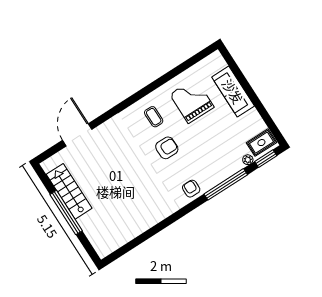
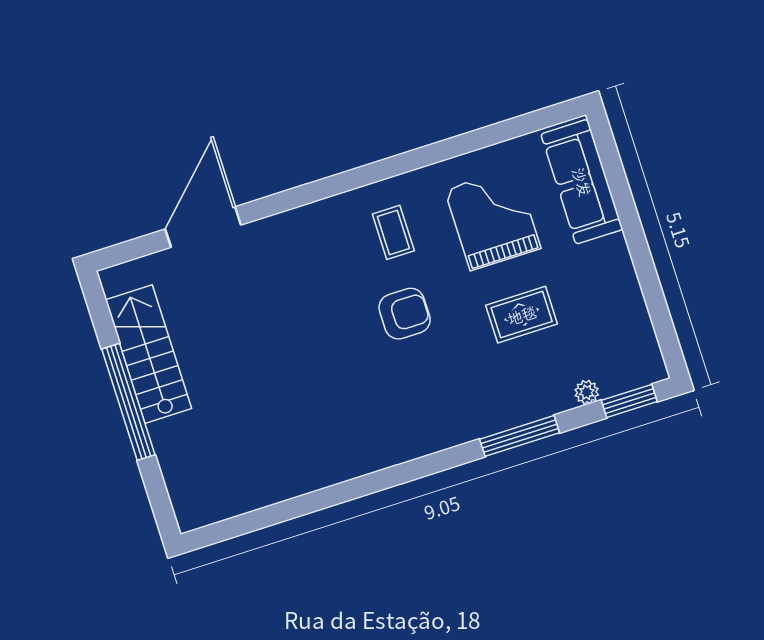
sofa: (233, 91) -> (582, 182), moved
rug: (261, 143) -> (522, 315), moved
window: (226, 184) -> (520, 436), width x0.68
armchair: (191, 189) -> (436, 424), removed

